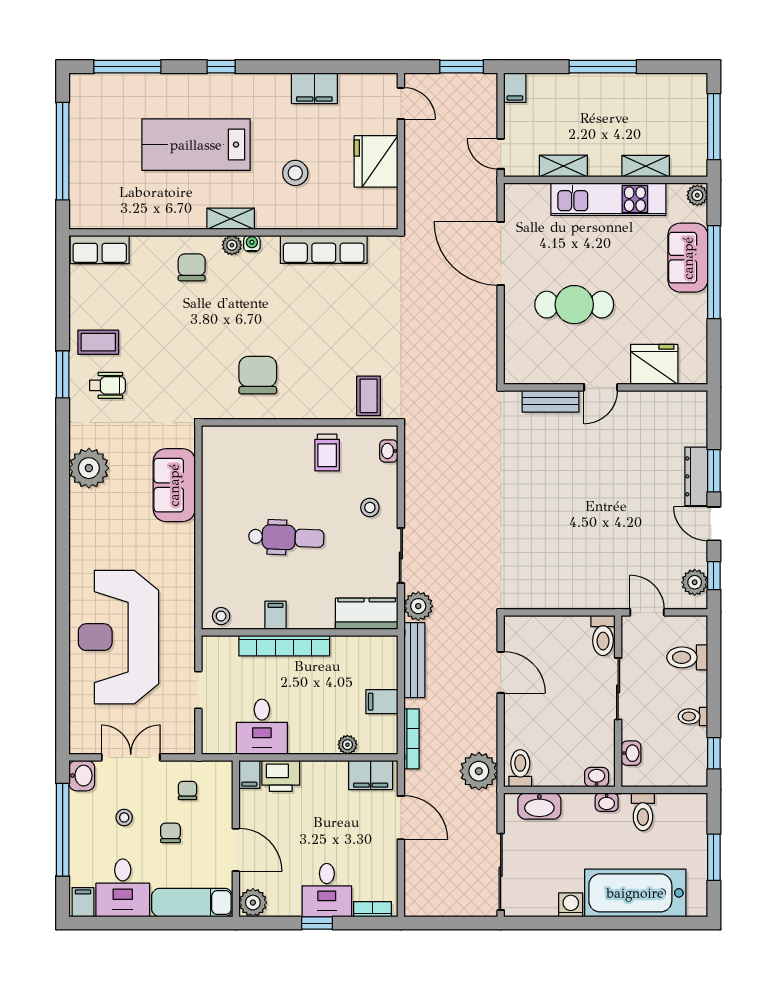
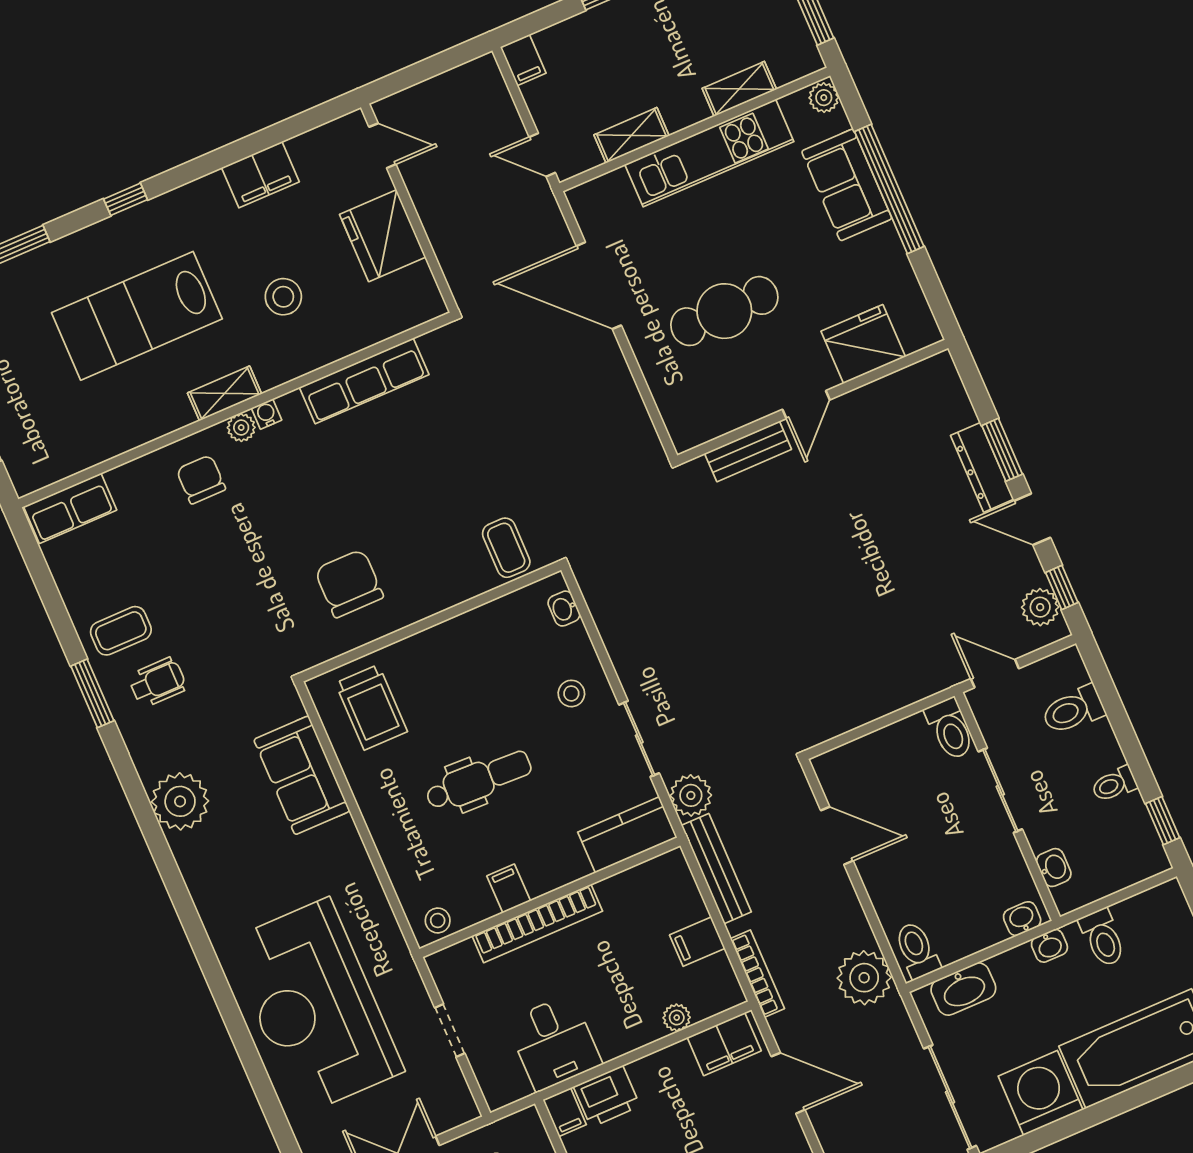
window: (462, 67) -> (441, 63), removed
trolley: (327, 453) -> (371, 707), moved, width x1.36, depth x1.39
washing machine: (571, 905) -> (1041, 1093), width x1.89, depth x1.89

